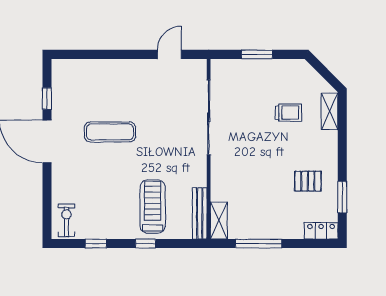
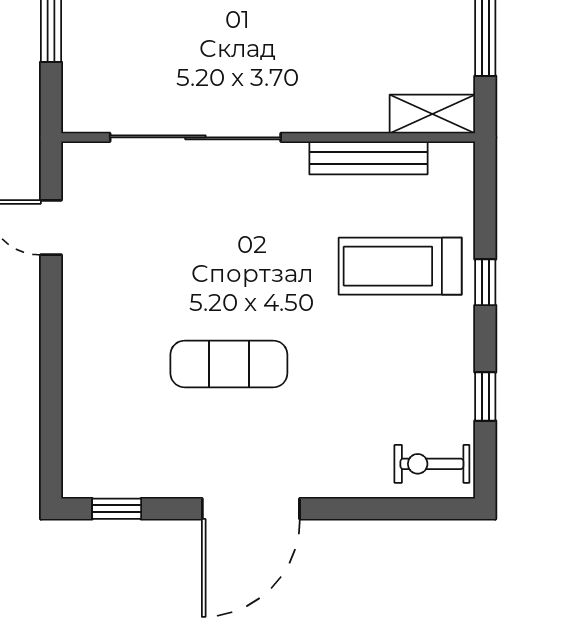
window: (47, 98) -> (117, 509), moved
exercise mat: (110, 132) -> (229, 364), turned 90
bench: (200, 213) -> (368, 158), moved

